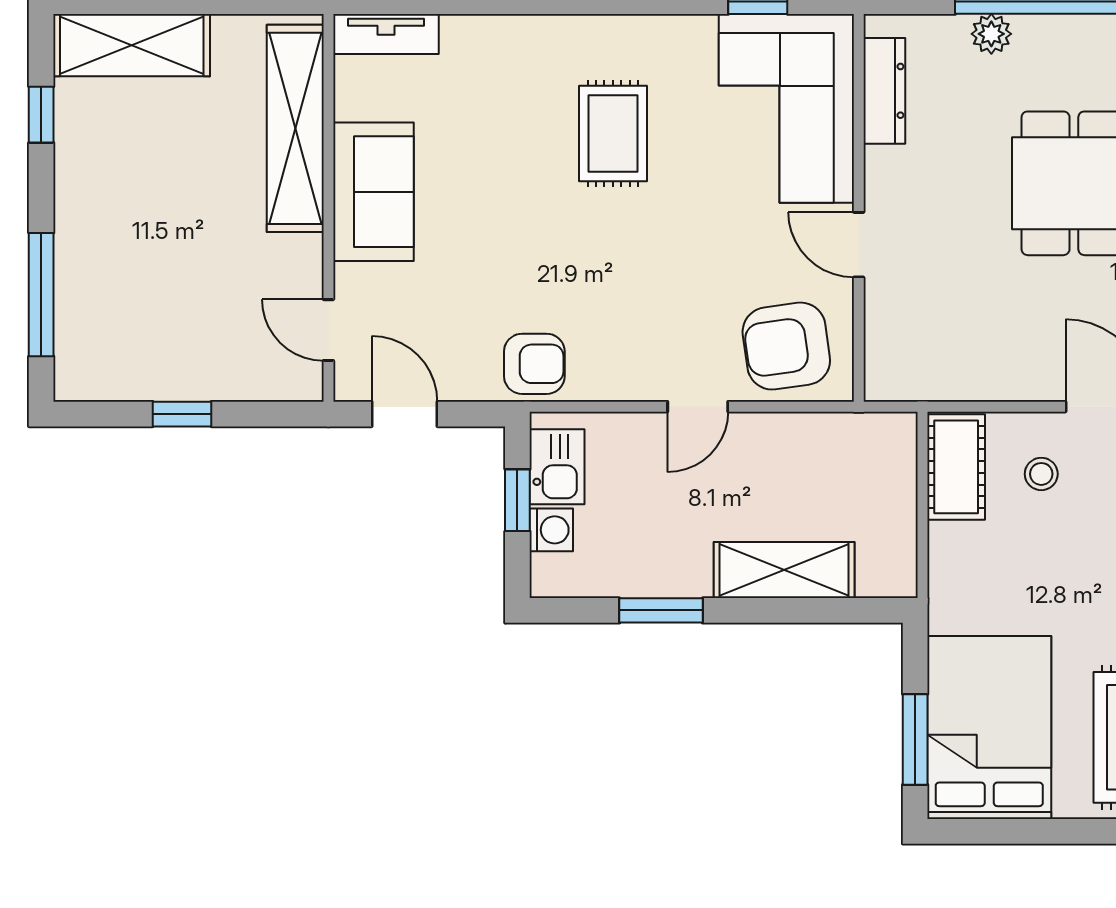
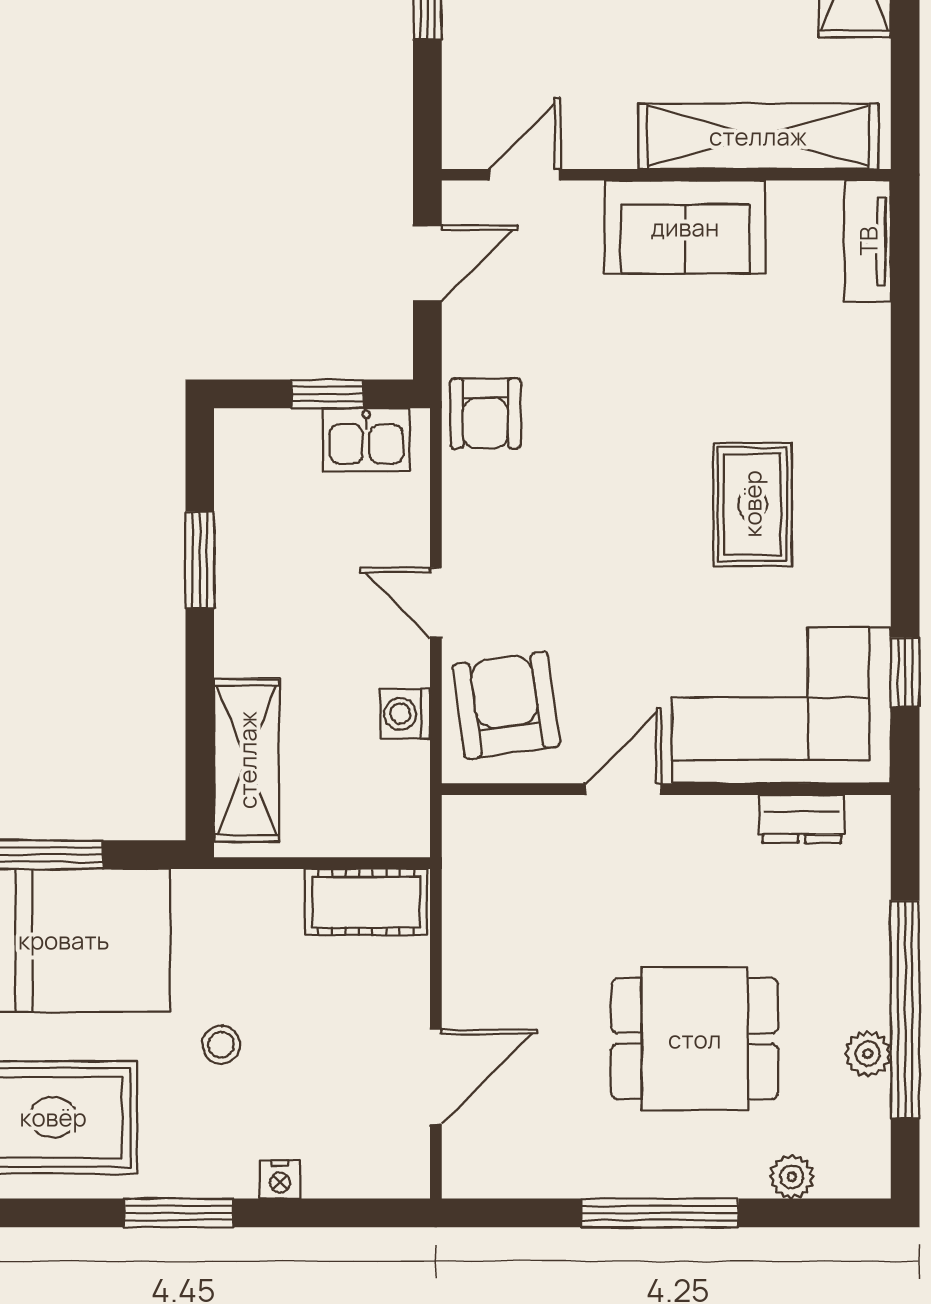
plant: (991, 34) -> (868, 1054), moved
dresser: (884, 91) -> (802, 819), width x0.70
rug: (613, 134) -> (752, 504), turned 90
stool: (1041, 474) -> (221, 1045), moved
washing machine: (551, 530) -> (405, 714), moved, turned 90
shelving: (784, 570) -> (247, 760), moved

